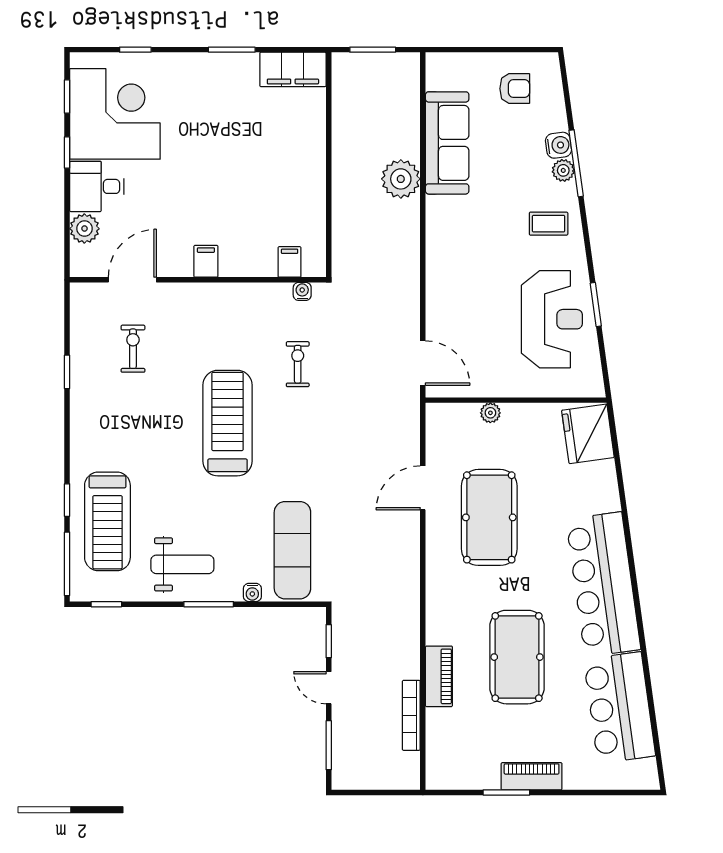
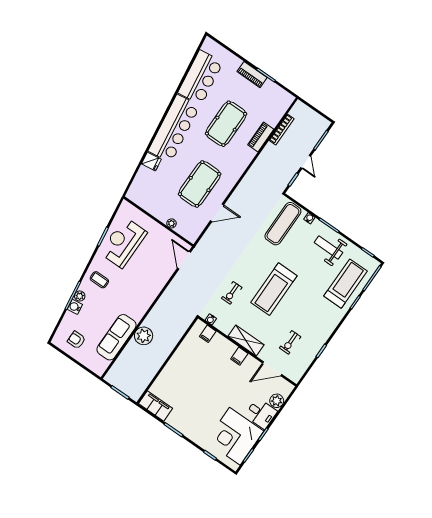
shelving: (213, 297) -> (246, 340), added
fridge: (588, 434) -> (151, 162), moved, width x0.53, depth x0.75

